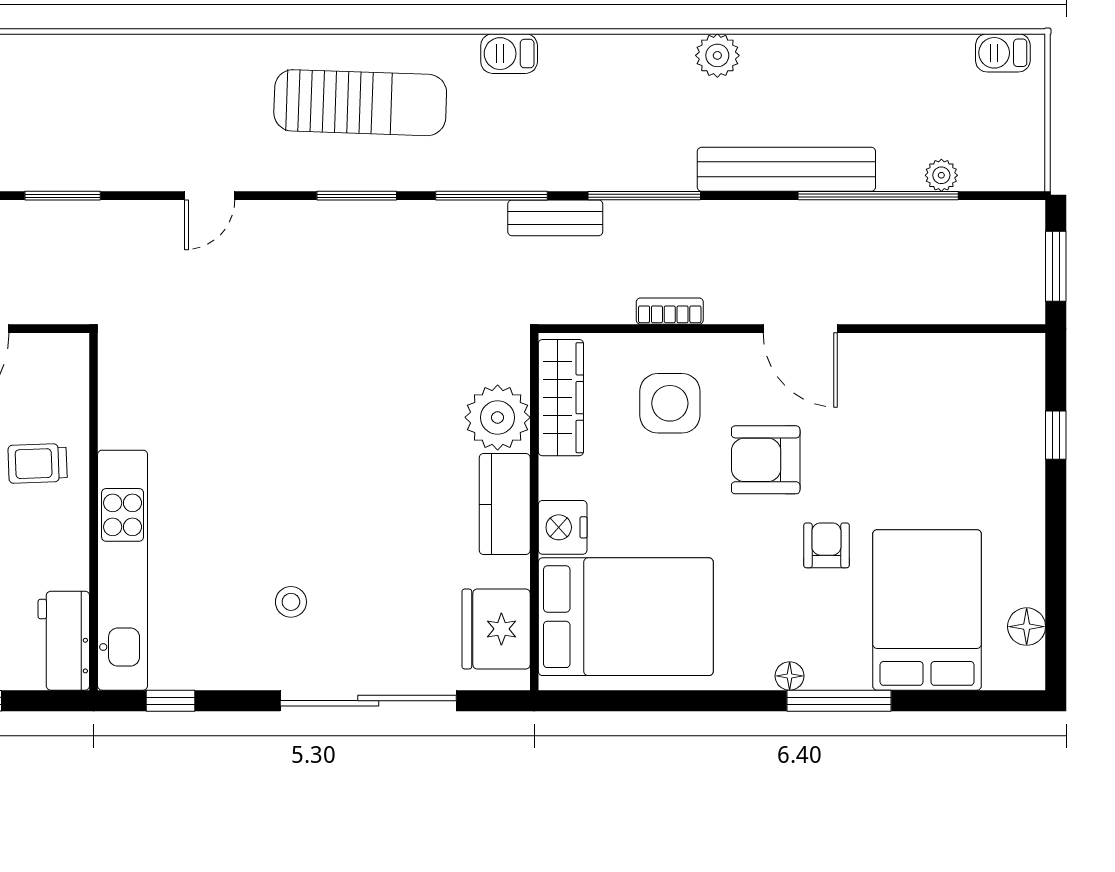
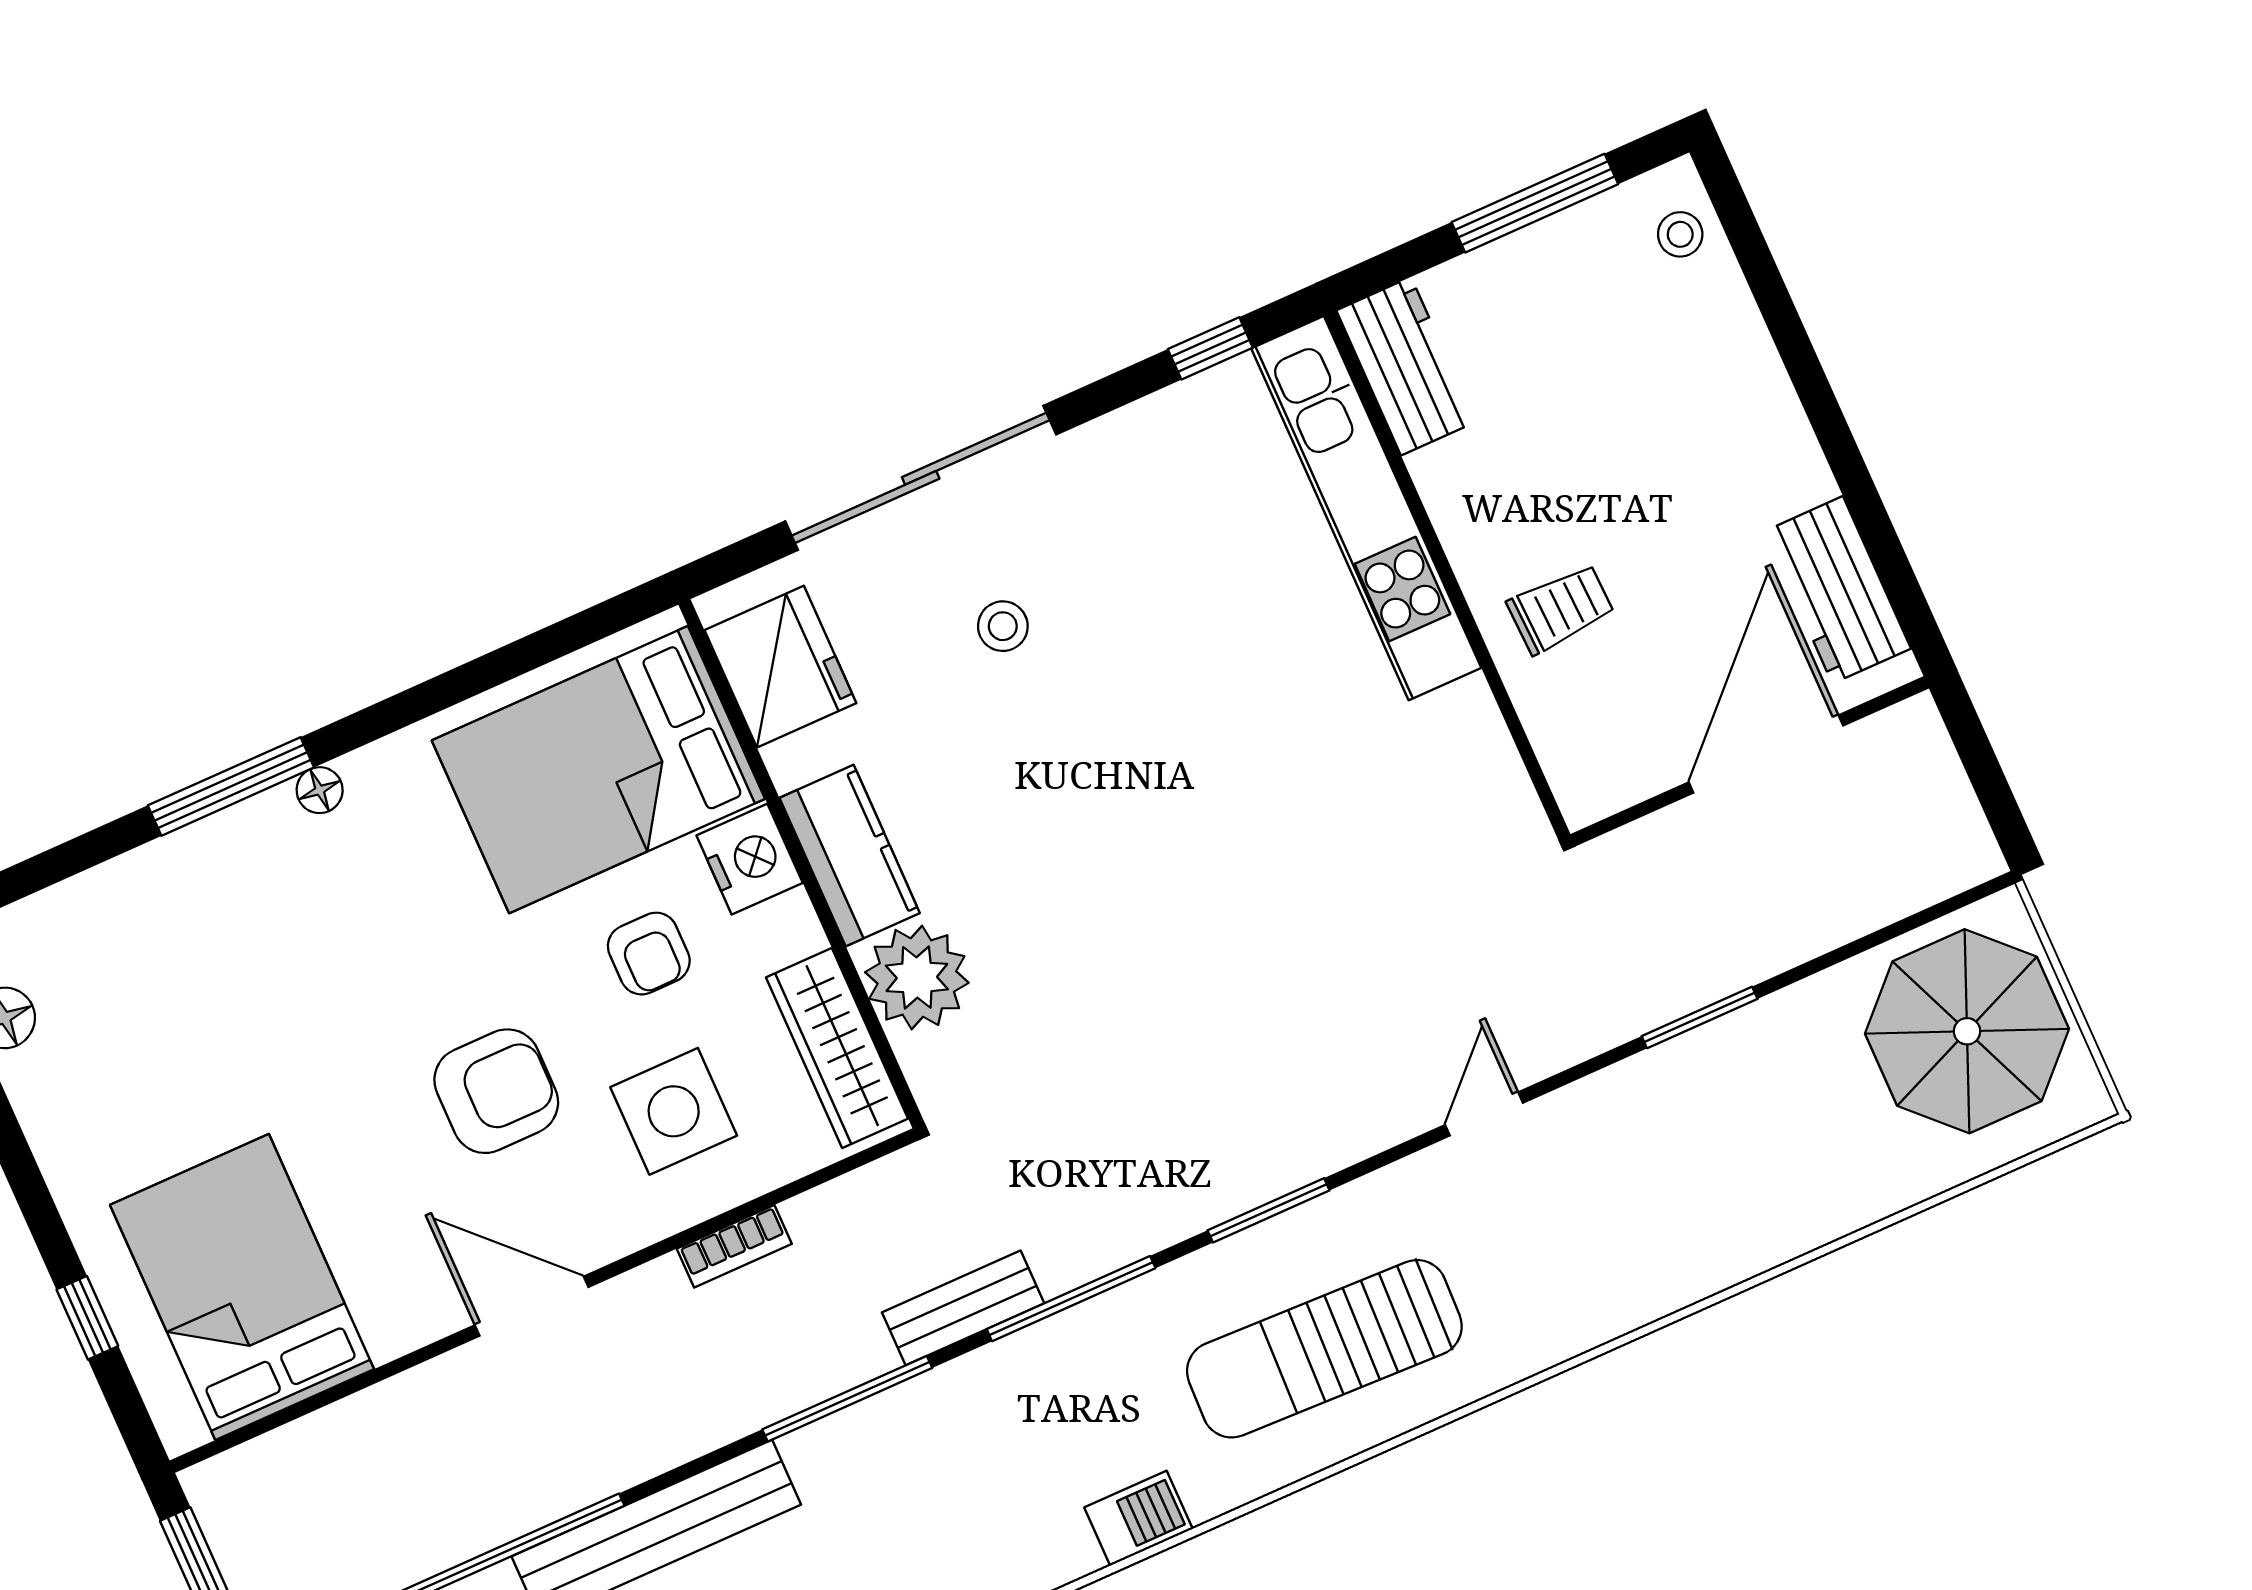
armchair: (826, 545) -> (649, 954), moved
stool: (291, 602) -> (1003, 626), moved
bed: (927, 610) -> (242, 1287), moved, turned 180

